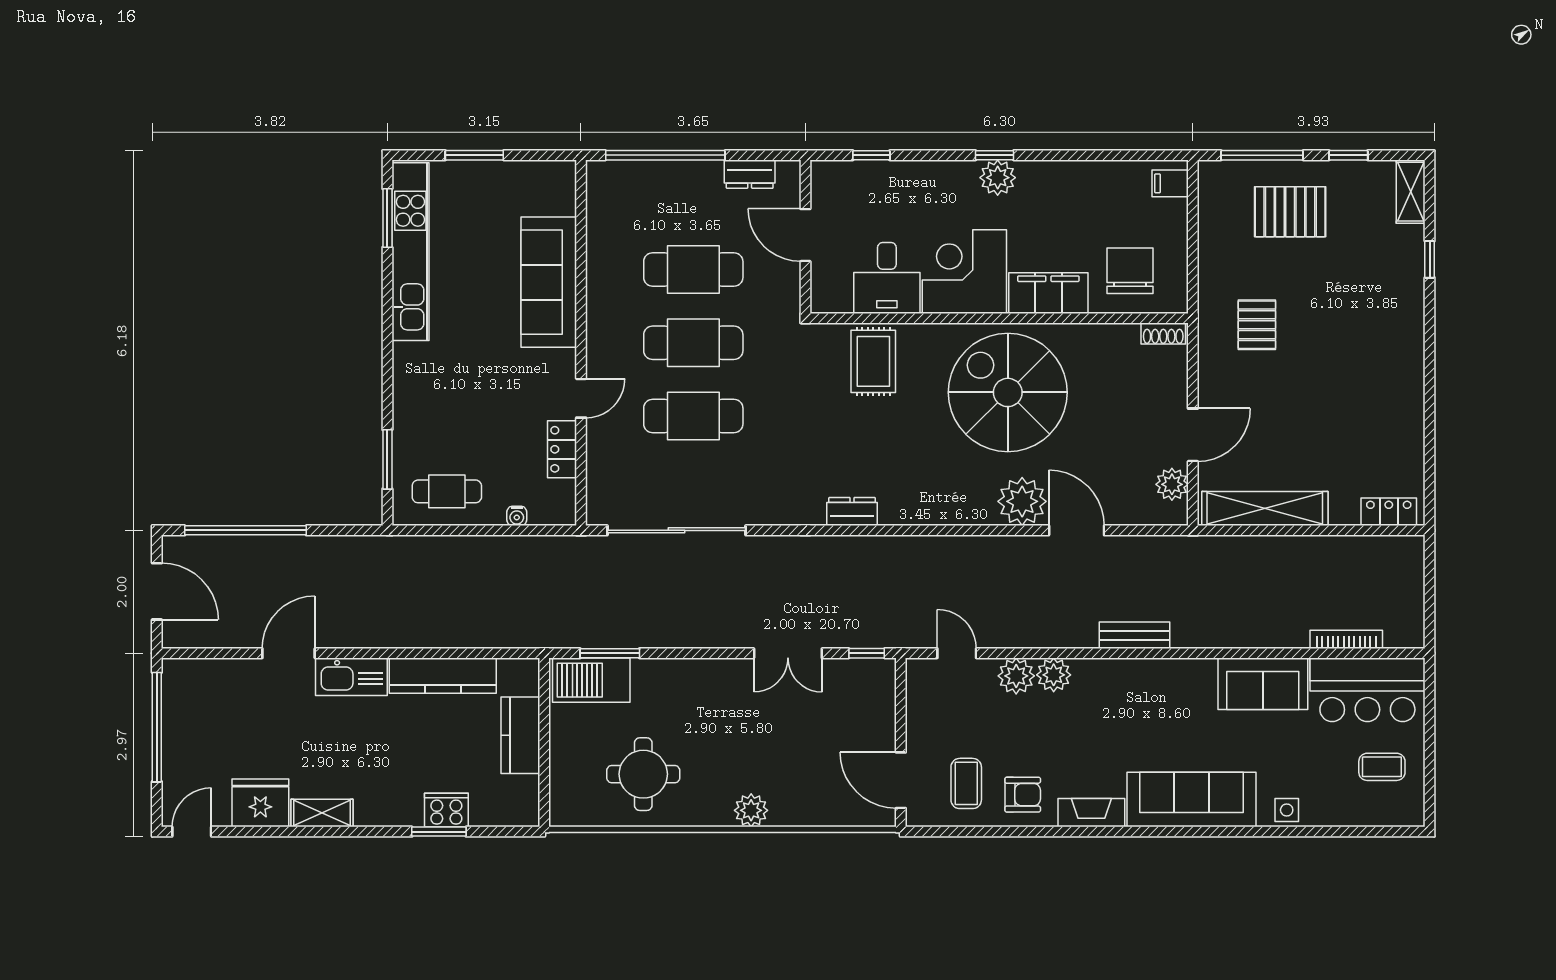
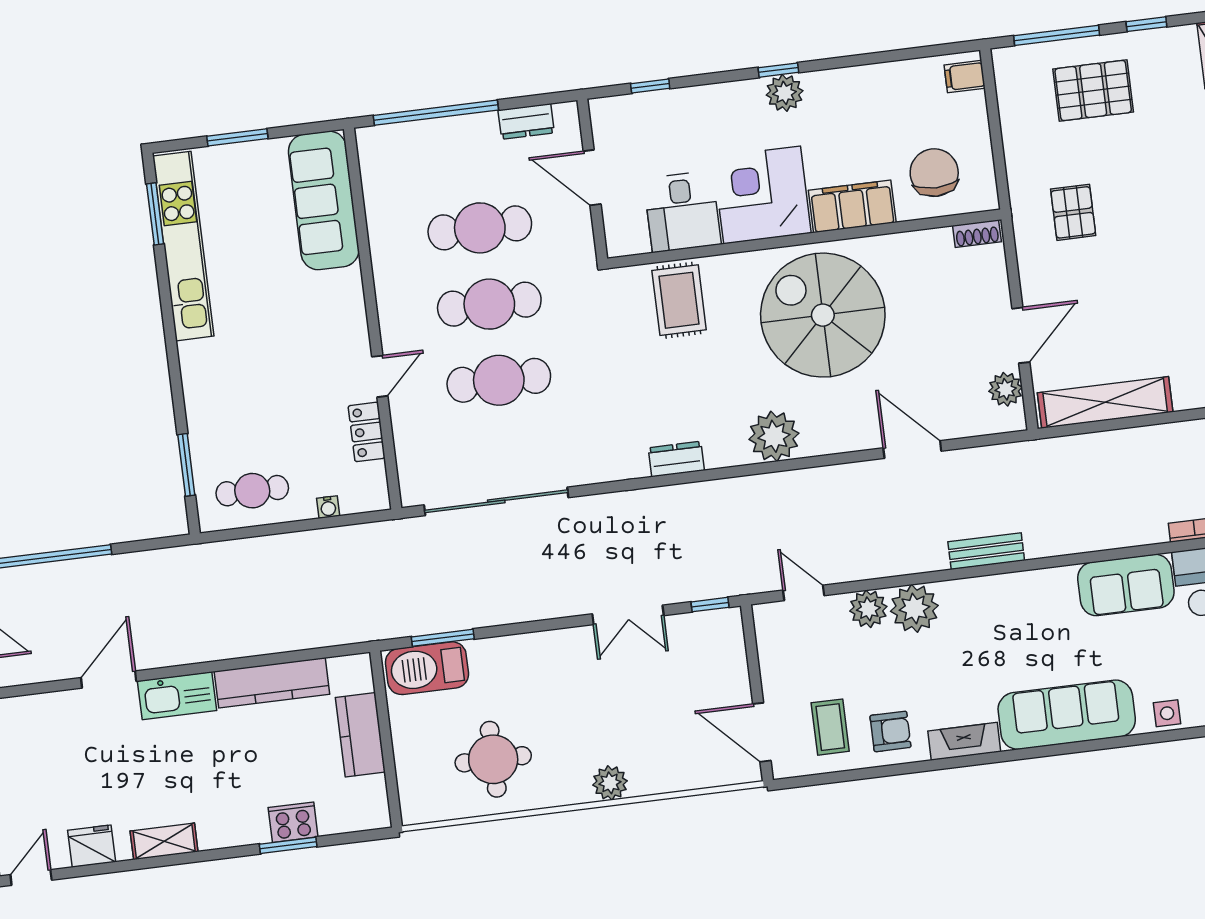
sofa: (549, 282) -> (324, 200), moved
plant: (1022, 501) -> (774, 436), moved
plant: (1054, 675) -> (914, 608), width x1.36, depth x1.36
fridge: (260, 803) -> (92, 846), width x0.73, depth x0.75

